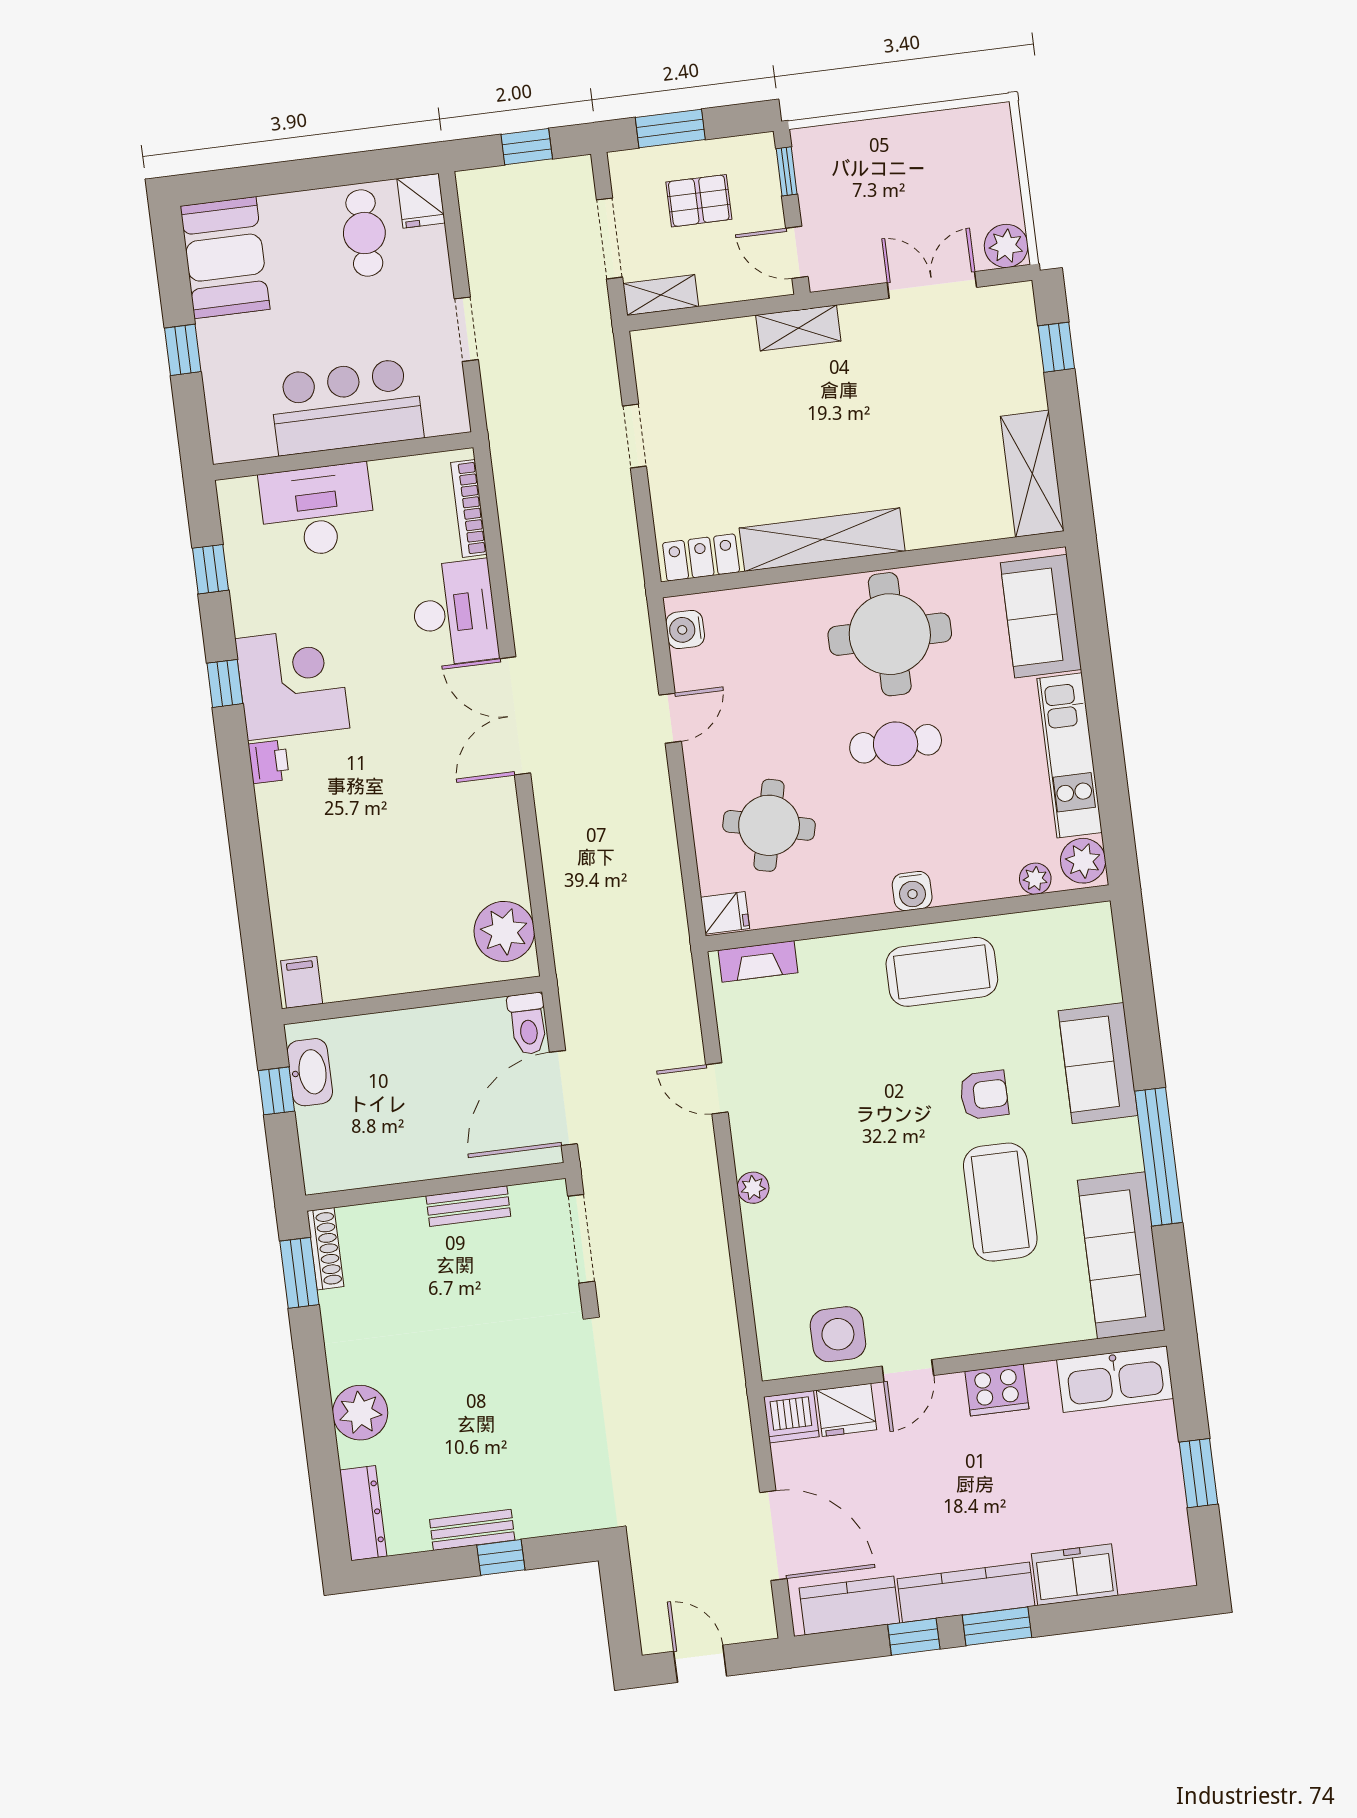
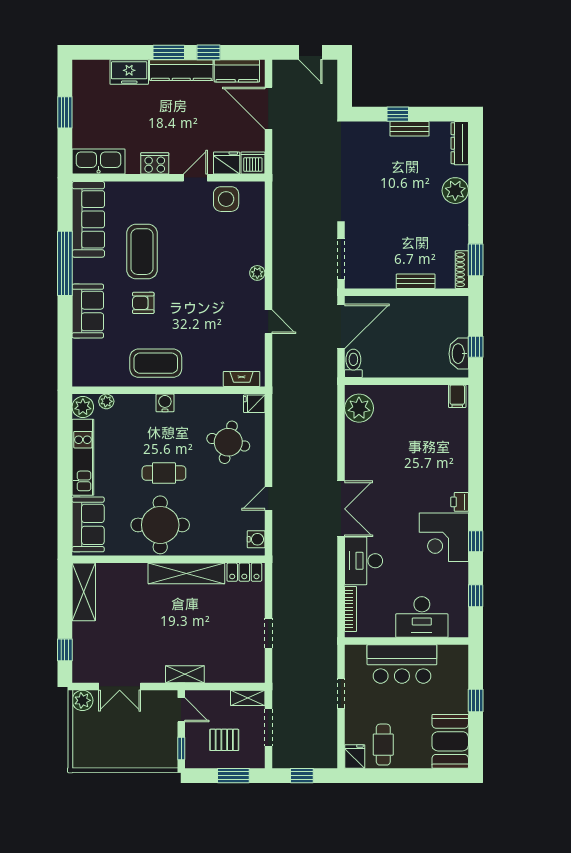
bench: (468, 1206) -> (416, 281), moved

